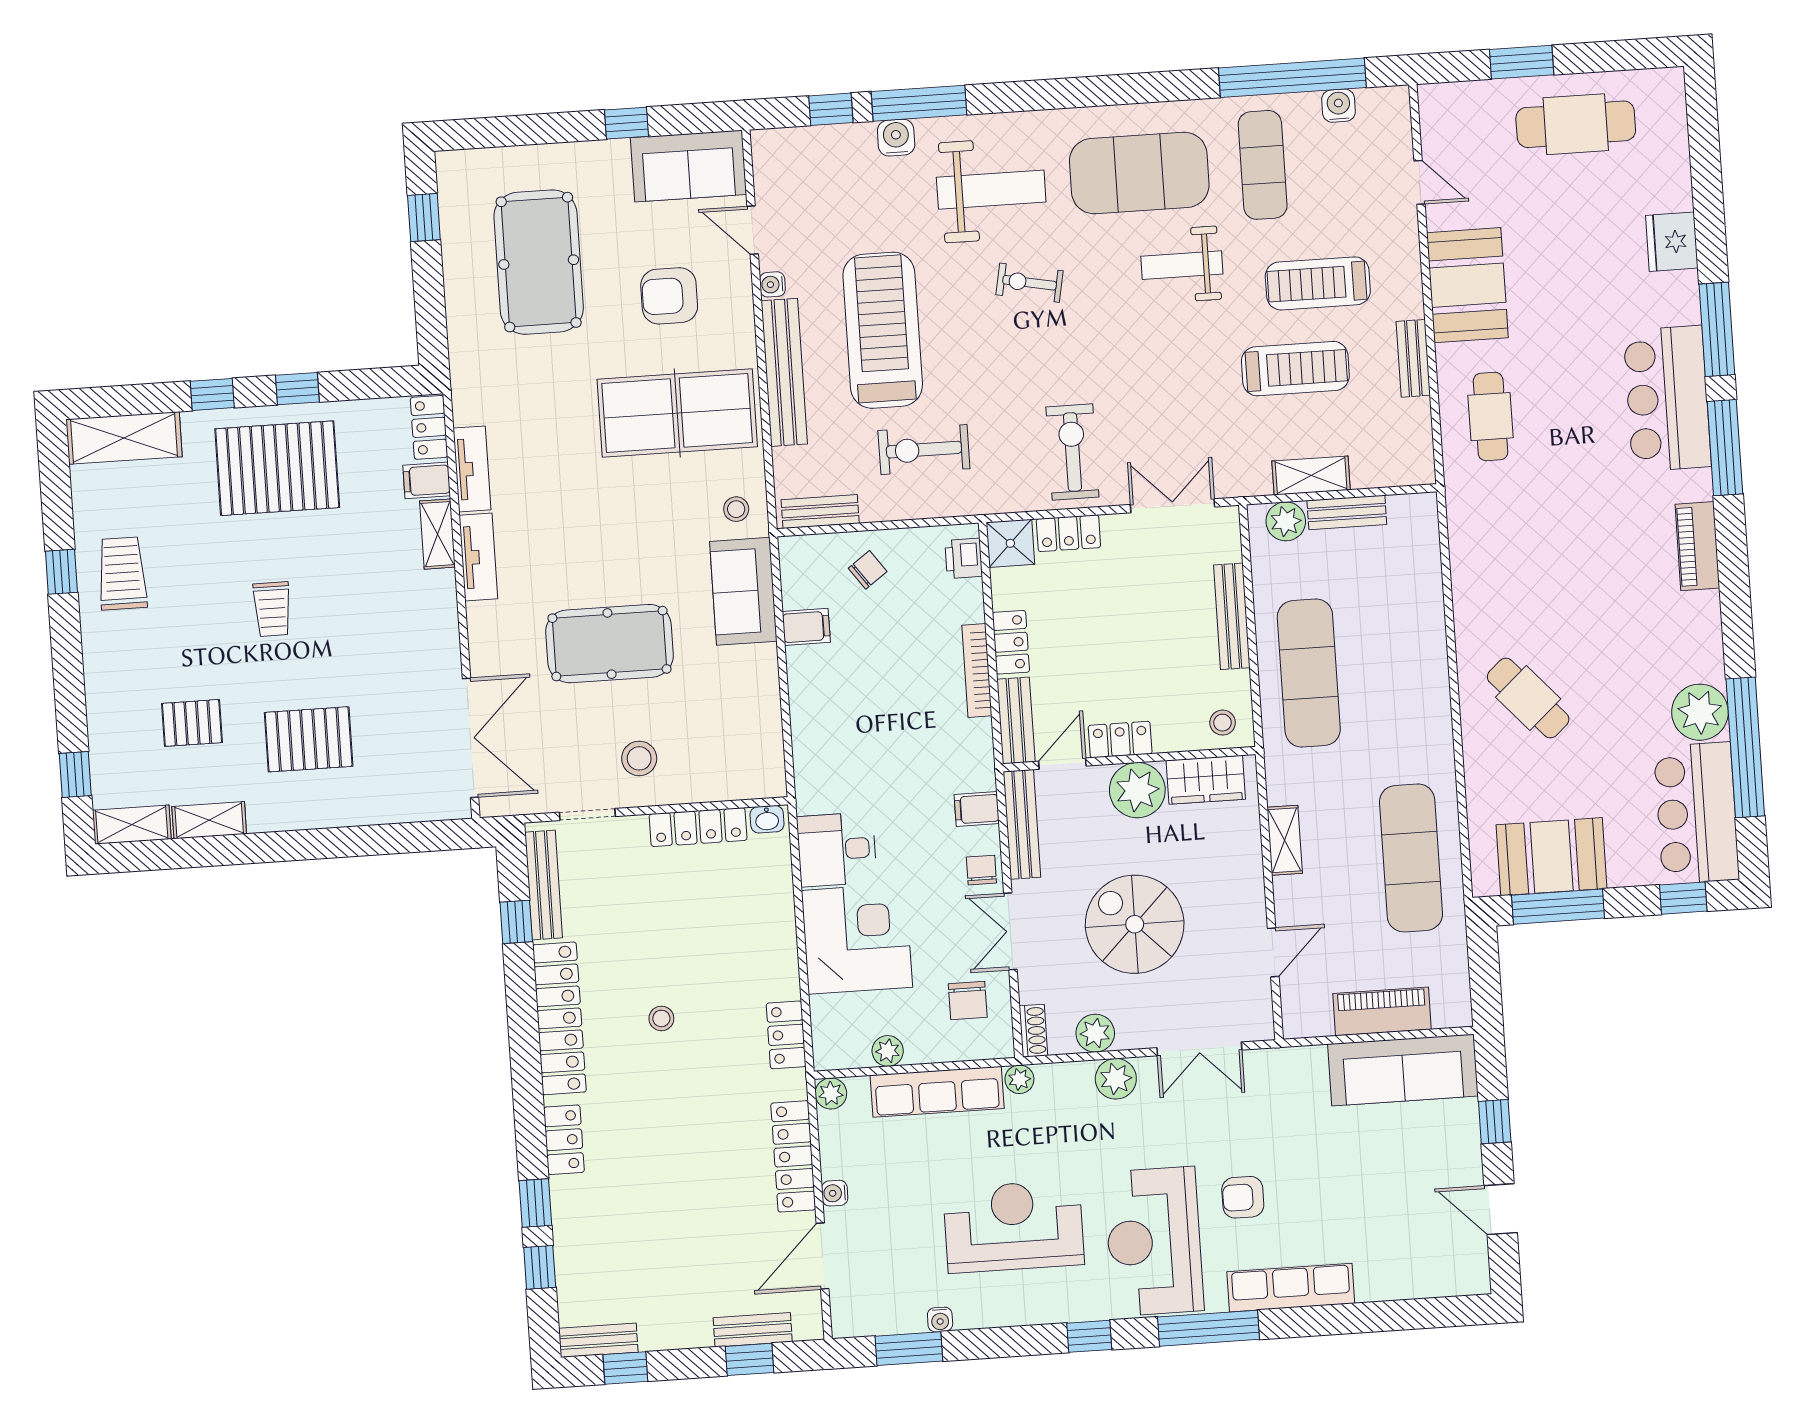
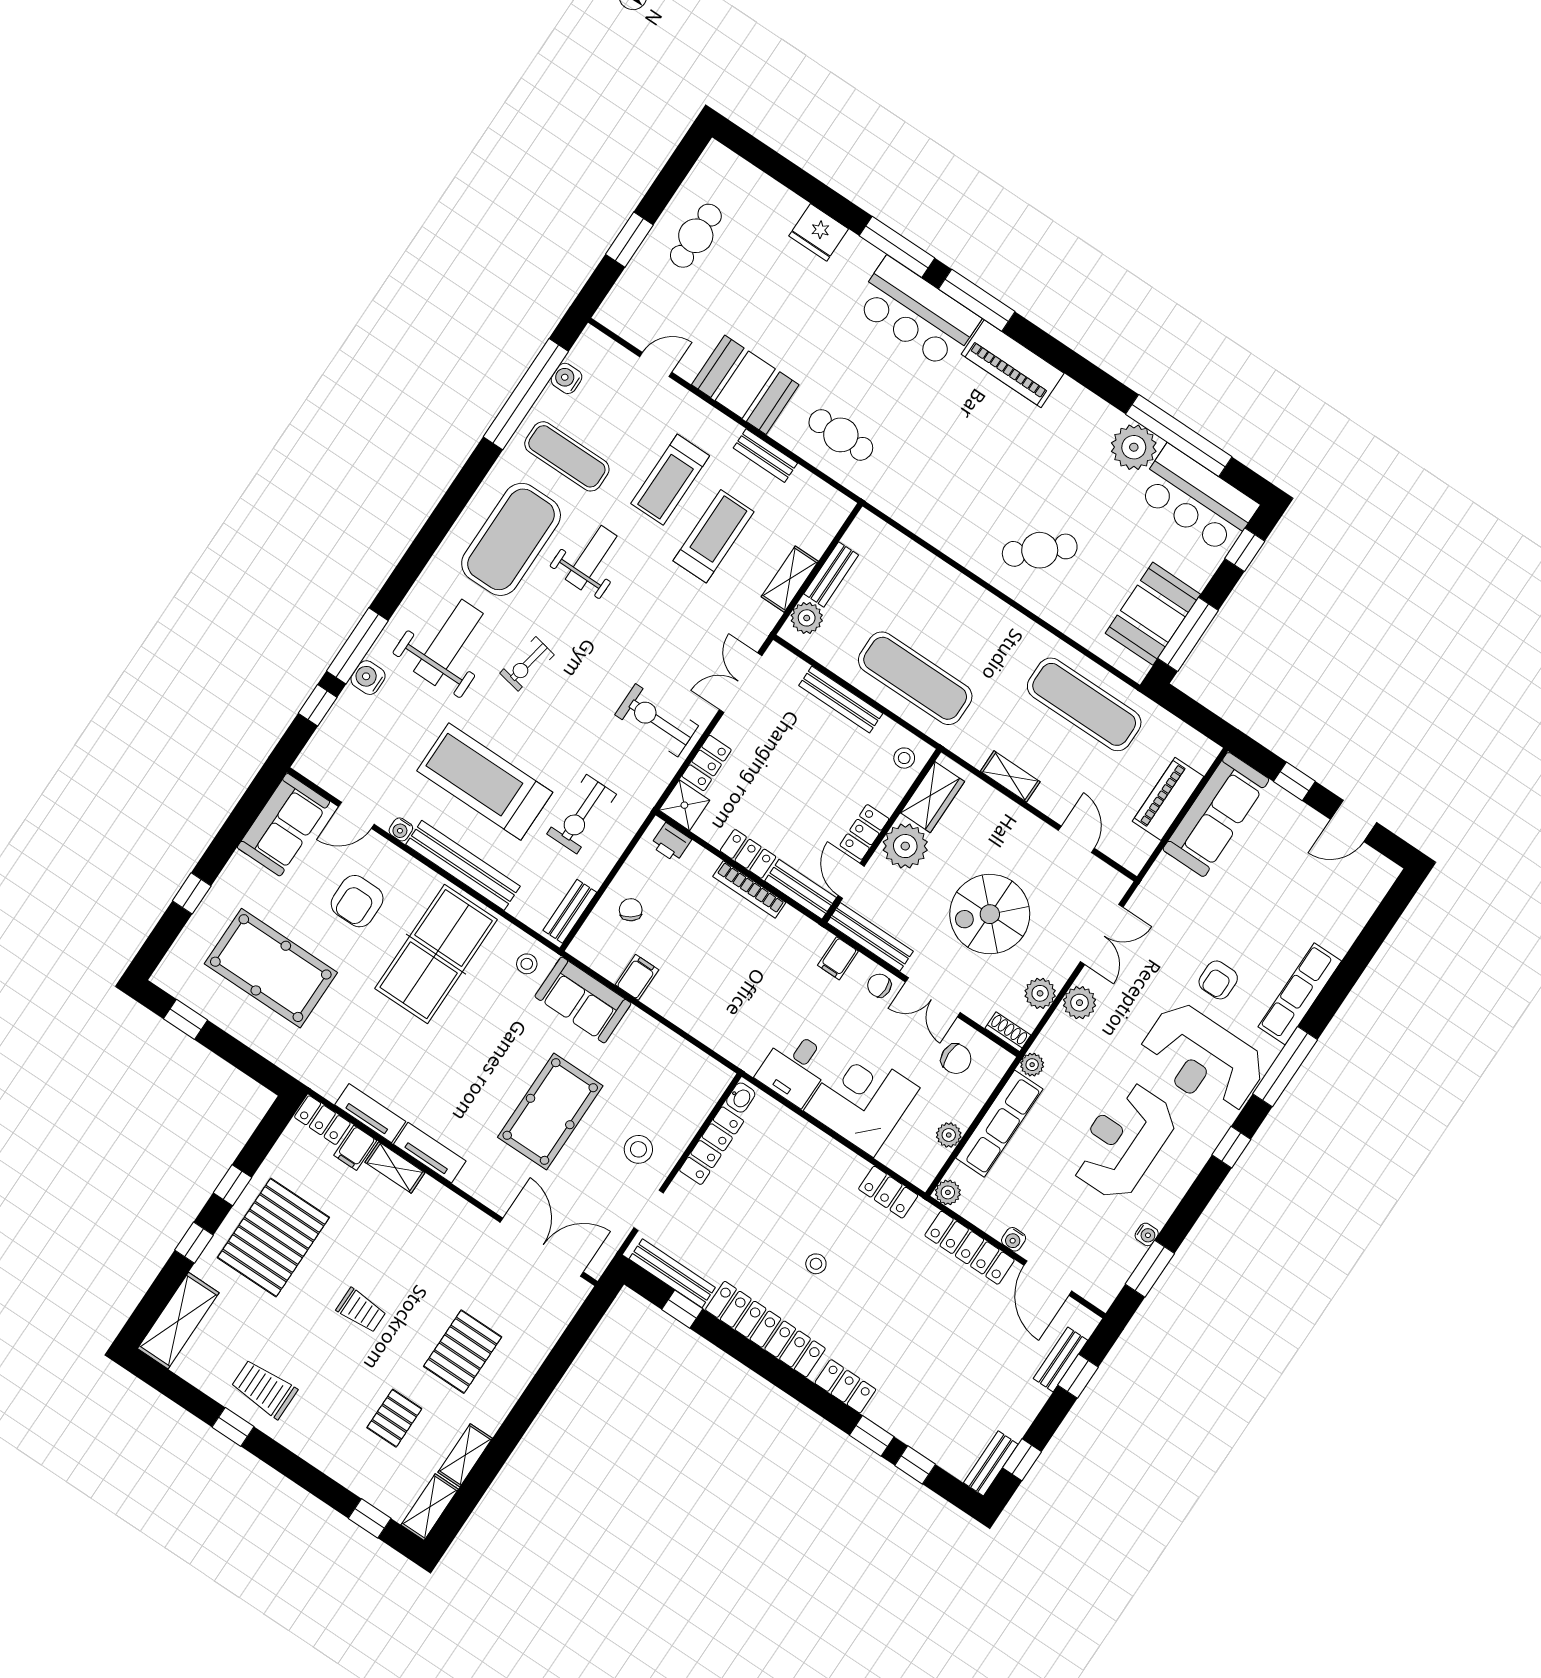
window: (627, 123) -> (192, 893), moved
cafe table: (1576, 124) -> (696, 236), width x0.73, depth x0.74
weight bench: (1182, 265) -> (591, 558), turned 180
piano: (1697, 546) -> (1013, 364), width x1.37, depth x1.33

